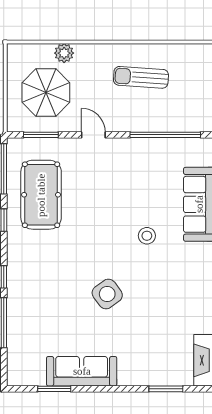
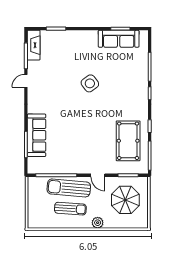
plant: (64, 53) -> (98, 223), moved
sun lounger: (144, 113) -> (69, 188), added
stool: (147, 236) -> (67, 117), removed
sofa: (82, 371) -> (119, 39), moved

